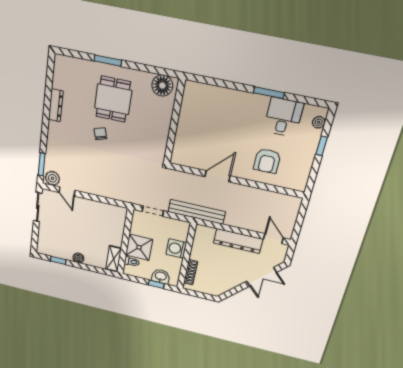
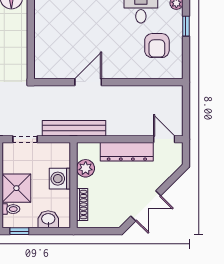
armchair: (267, 161) -> (157, 46), moved
plant: (200, 246) -> (86, 168), added
double door: (262, 277) -> (146, 206), moved
window: (156, 284) -> (19, 231), moved

